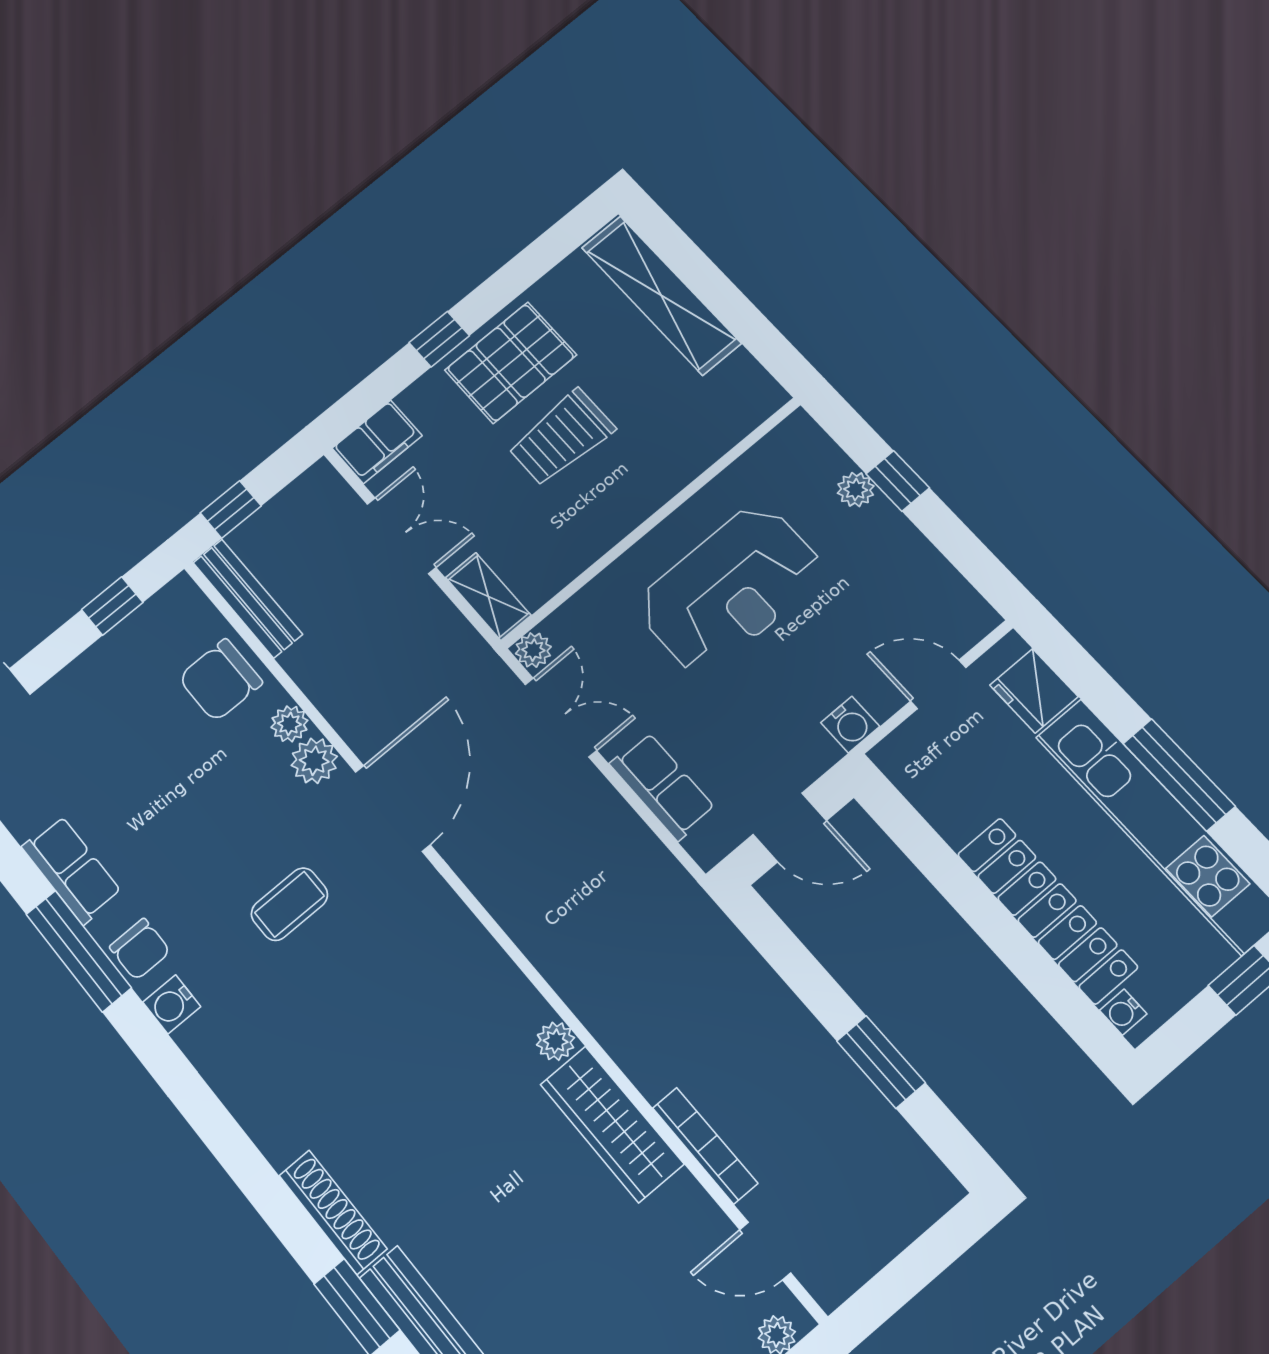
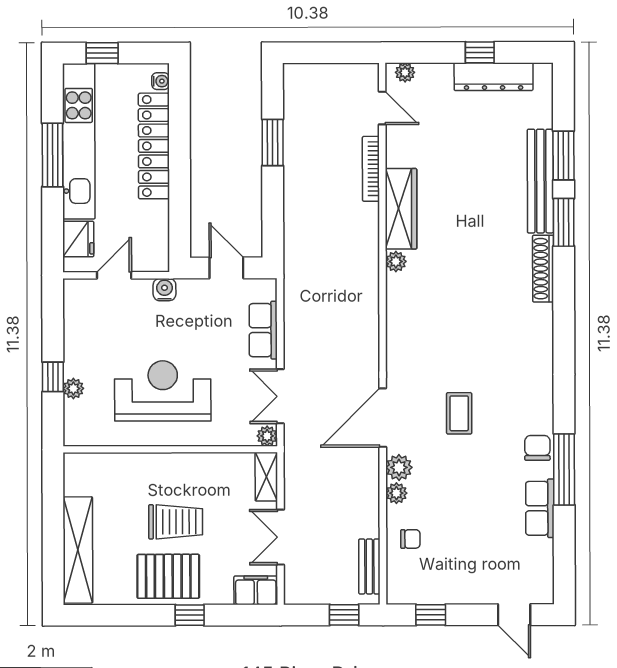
bench: (248, 598) -> (369, 566), width x0.73
chair: (220, 680) -> (410, 539), width x0.54, depth x0.54
door: (938, 684) -> (114, 275), swing flipped
coffee table: (289, 904) -> (459, 413), turned 90
water cooler: (172, 1004) -> (542, 412), removed

